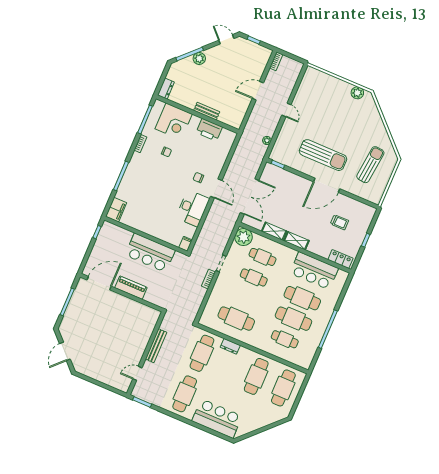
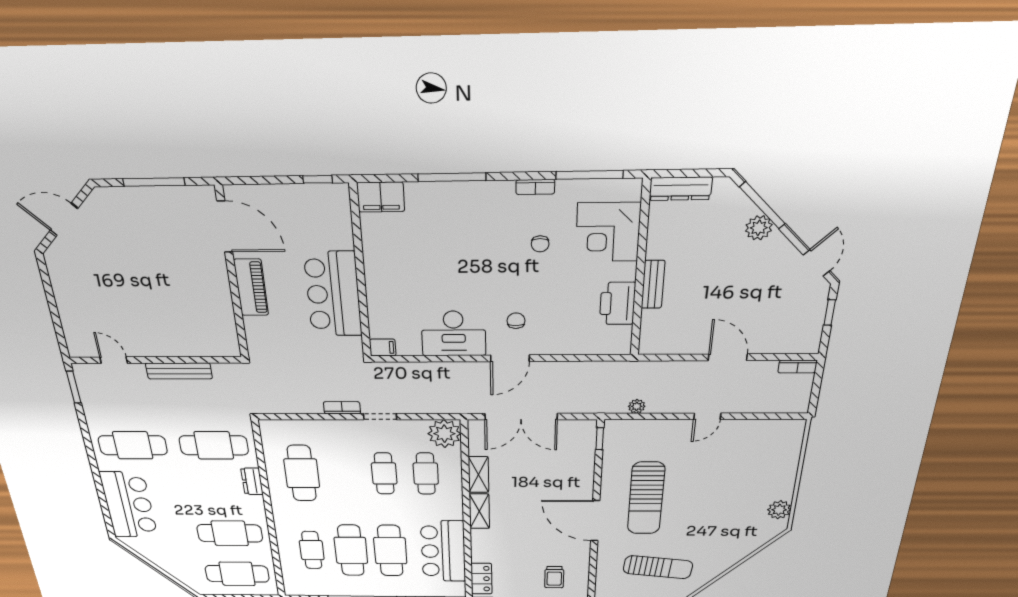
dresser: (166, 89) -> (681, 189), width x1.44
trolley: (339, 222) -> (554, 577), moved

